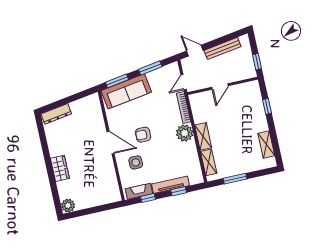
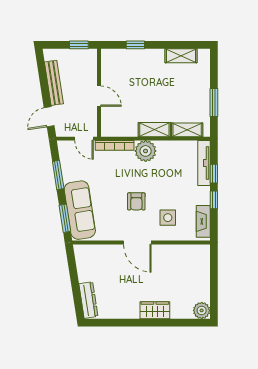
door: (111, 143) -> (137, 242), swing flipped
tv unit: (170, 185) -> (204, 163), moved
window: (148, 198) -> (214, 200), moved

